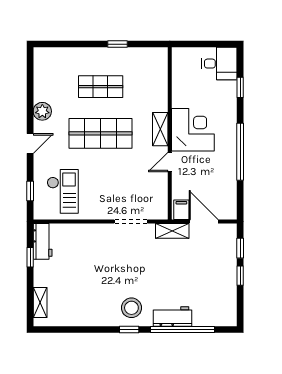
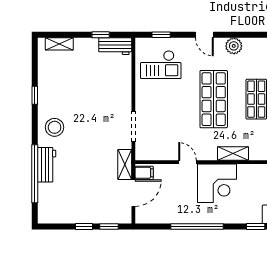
shelving: (160, 129) -> (233, 154), moved
window: (129, 330) -> (35, 95), moved

